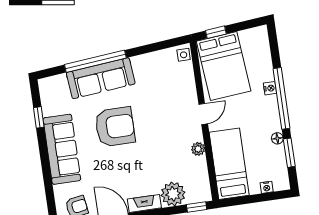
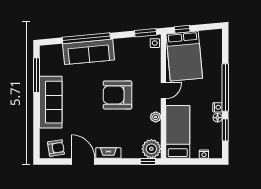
window: (170, 43) -> (146, 33), added
nightstand: (270, 88) -> (218, 107), moved
window: (39, 117) -> (37, 75), width x2.17
armchair: (115, 127) -> (118, 95), moved, turned 180
plant: (173, 194) -> (151, 149), moved

